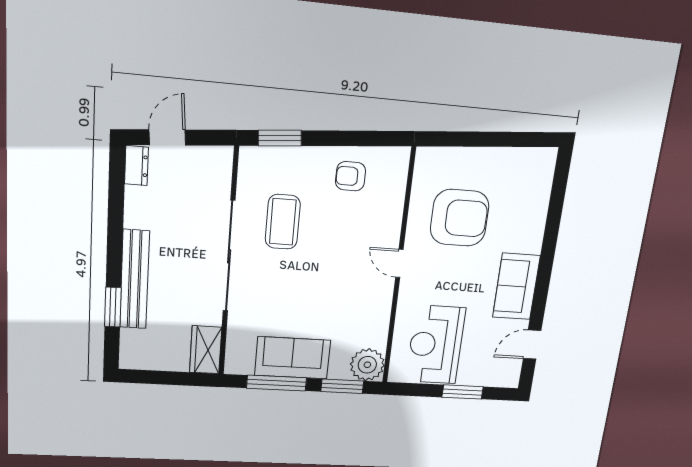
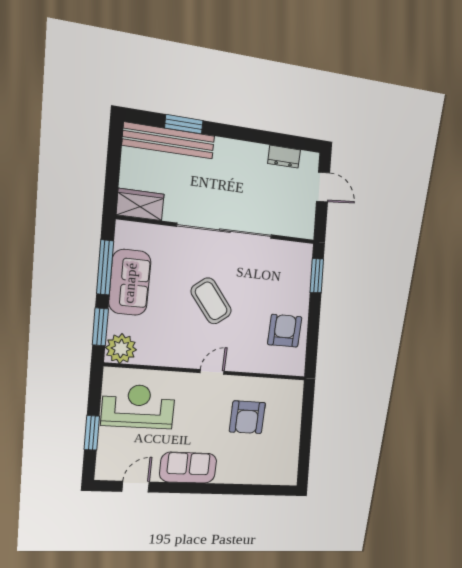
dresser: (136, 166) -> (284, 157), moved
armchair: (351, 176) -> (285, 331), width x1.38, depth x1.38
armchair: (460, 218) -> (247, 417), width x0.73, depth x0.73
coffee table: (283, 222) -> (211, 301), moved, turned 52
bench: (135, 279) -> (169, 141), moved
door: (532, 345) -> (136, 487), hinge flipped

